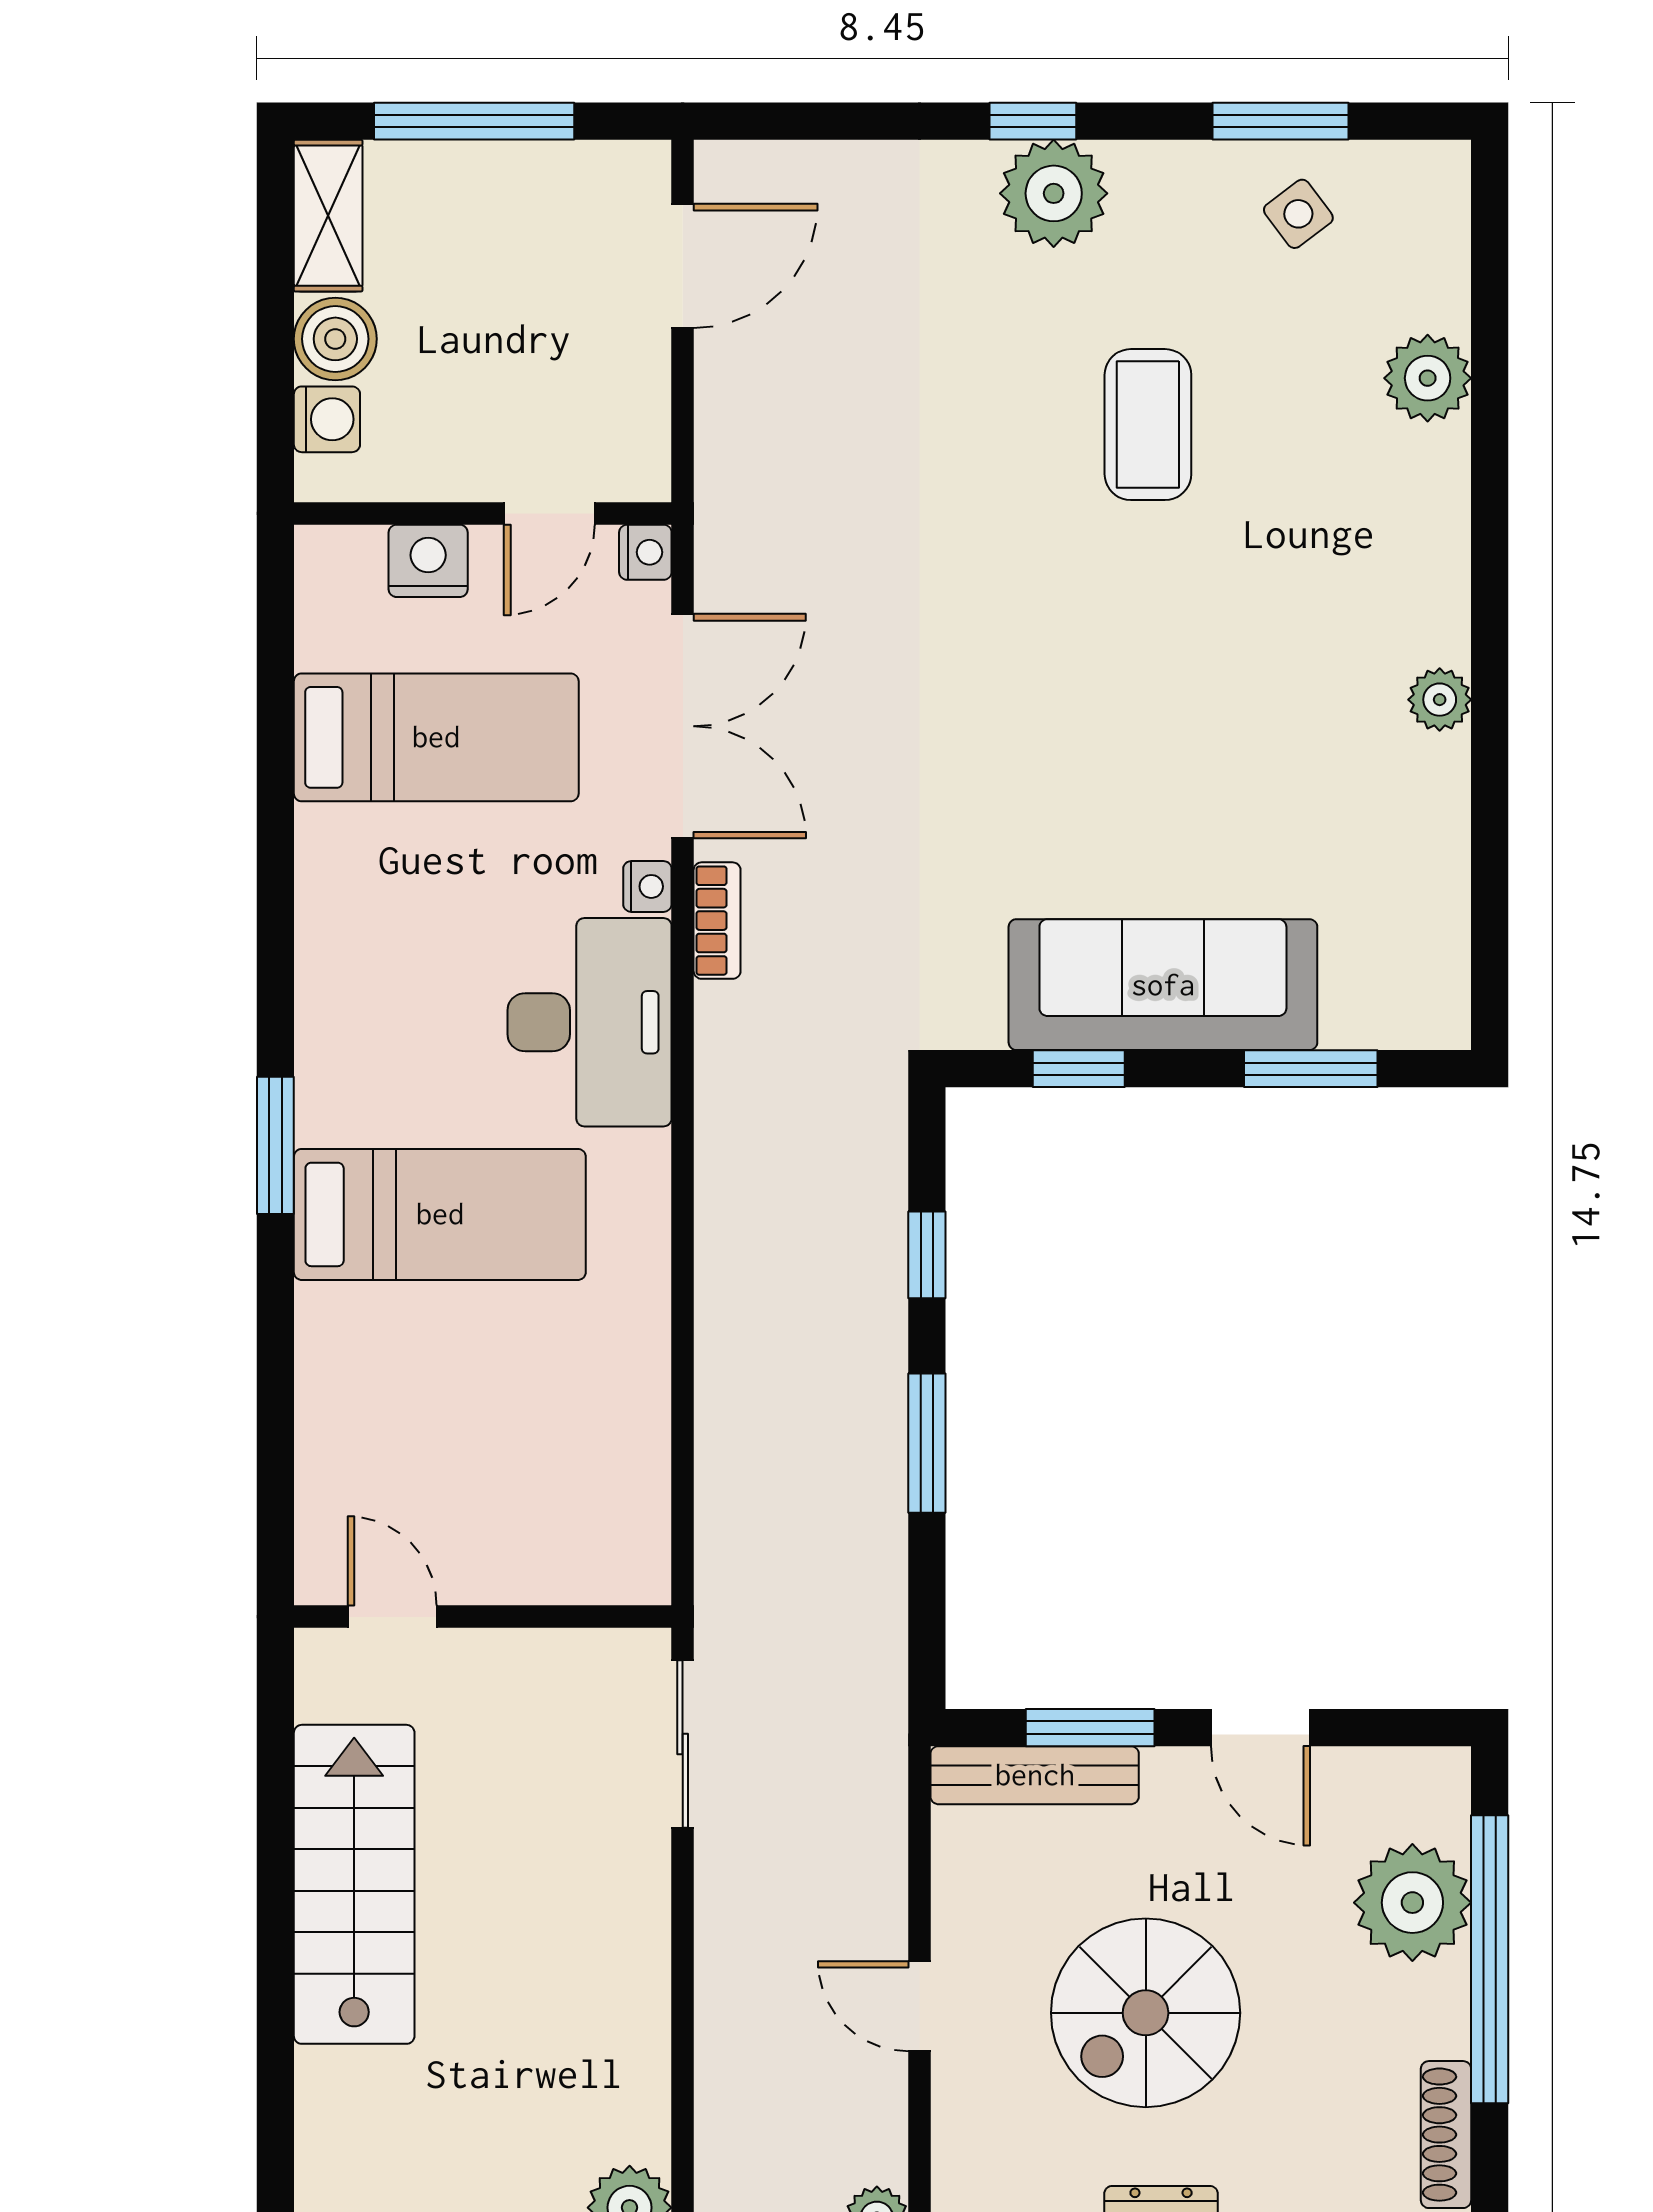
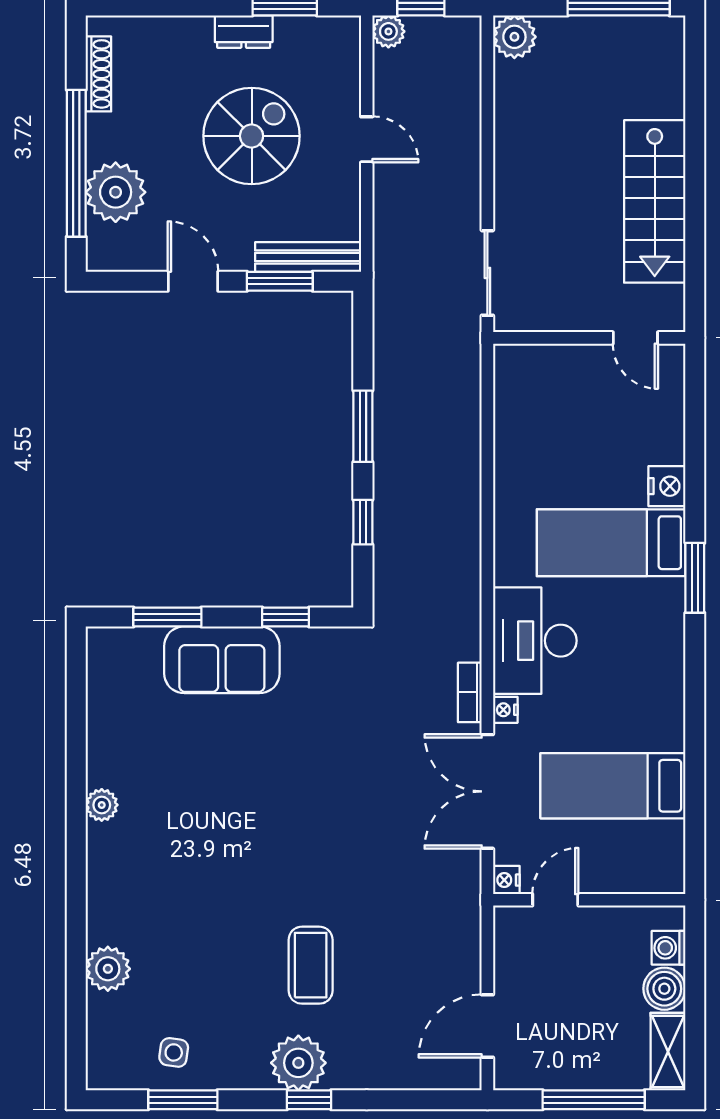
side table: (1298, 214) -> (174, 1052), turned 45
coffee table: (1148, 425) -> (311, 965), moved
nightstand: (428, 561) -> (667, 486), moved, turned -90
sofa: (1163, 985) -> (222, 660), width x0.73

